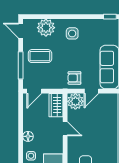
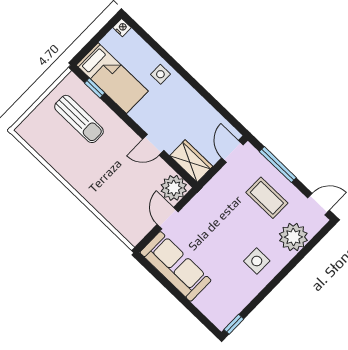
coffee table: (40, 56) -> (267, 198), turned 90
armchair: (74, 78) -> (202, 213), removed
floor lamp: (28, 136) -> (186, 93), removed

